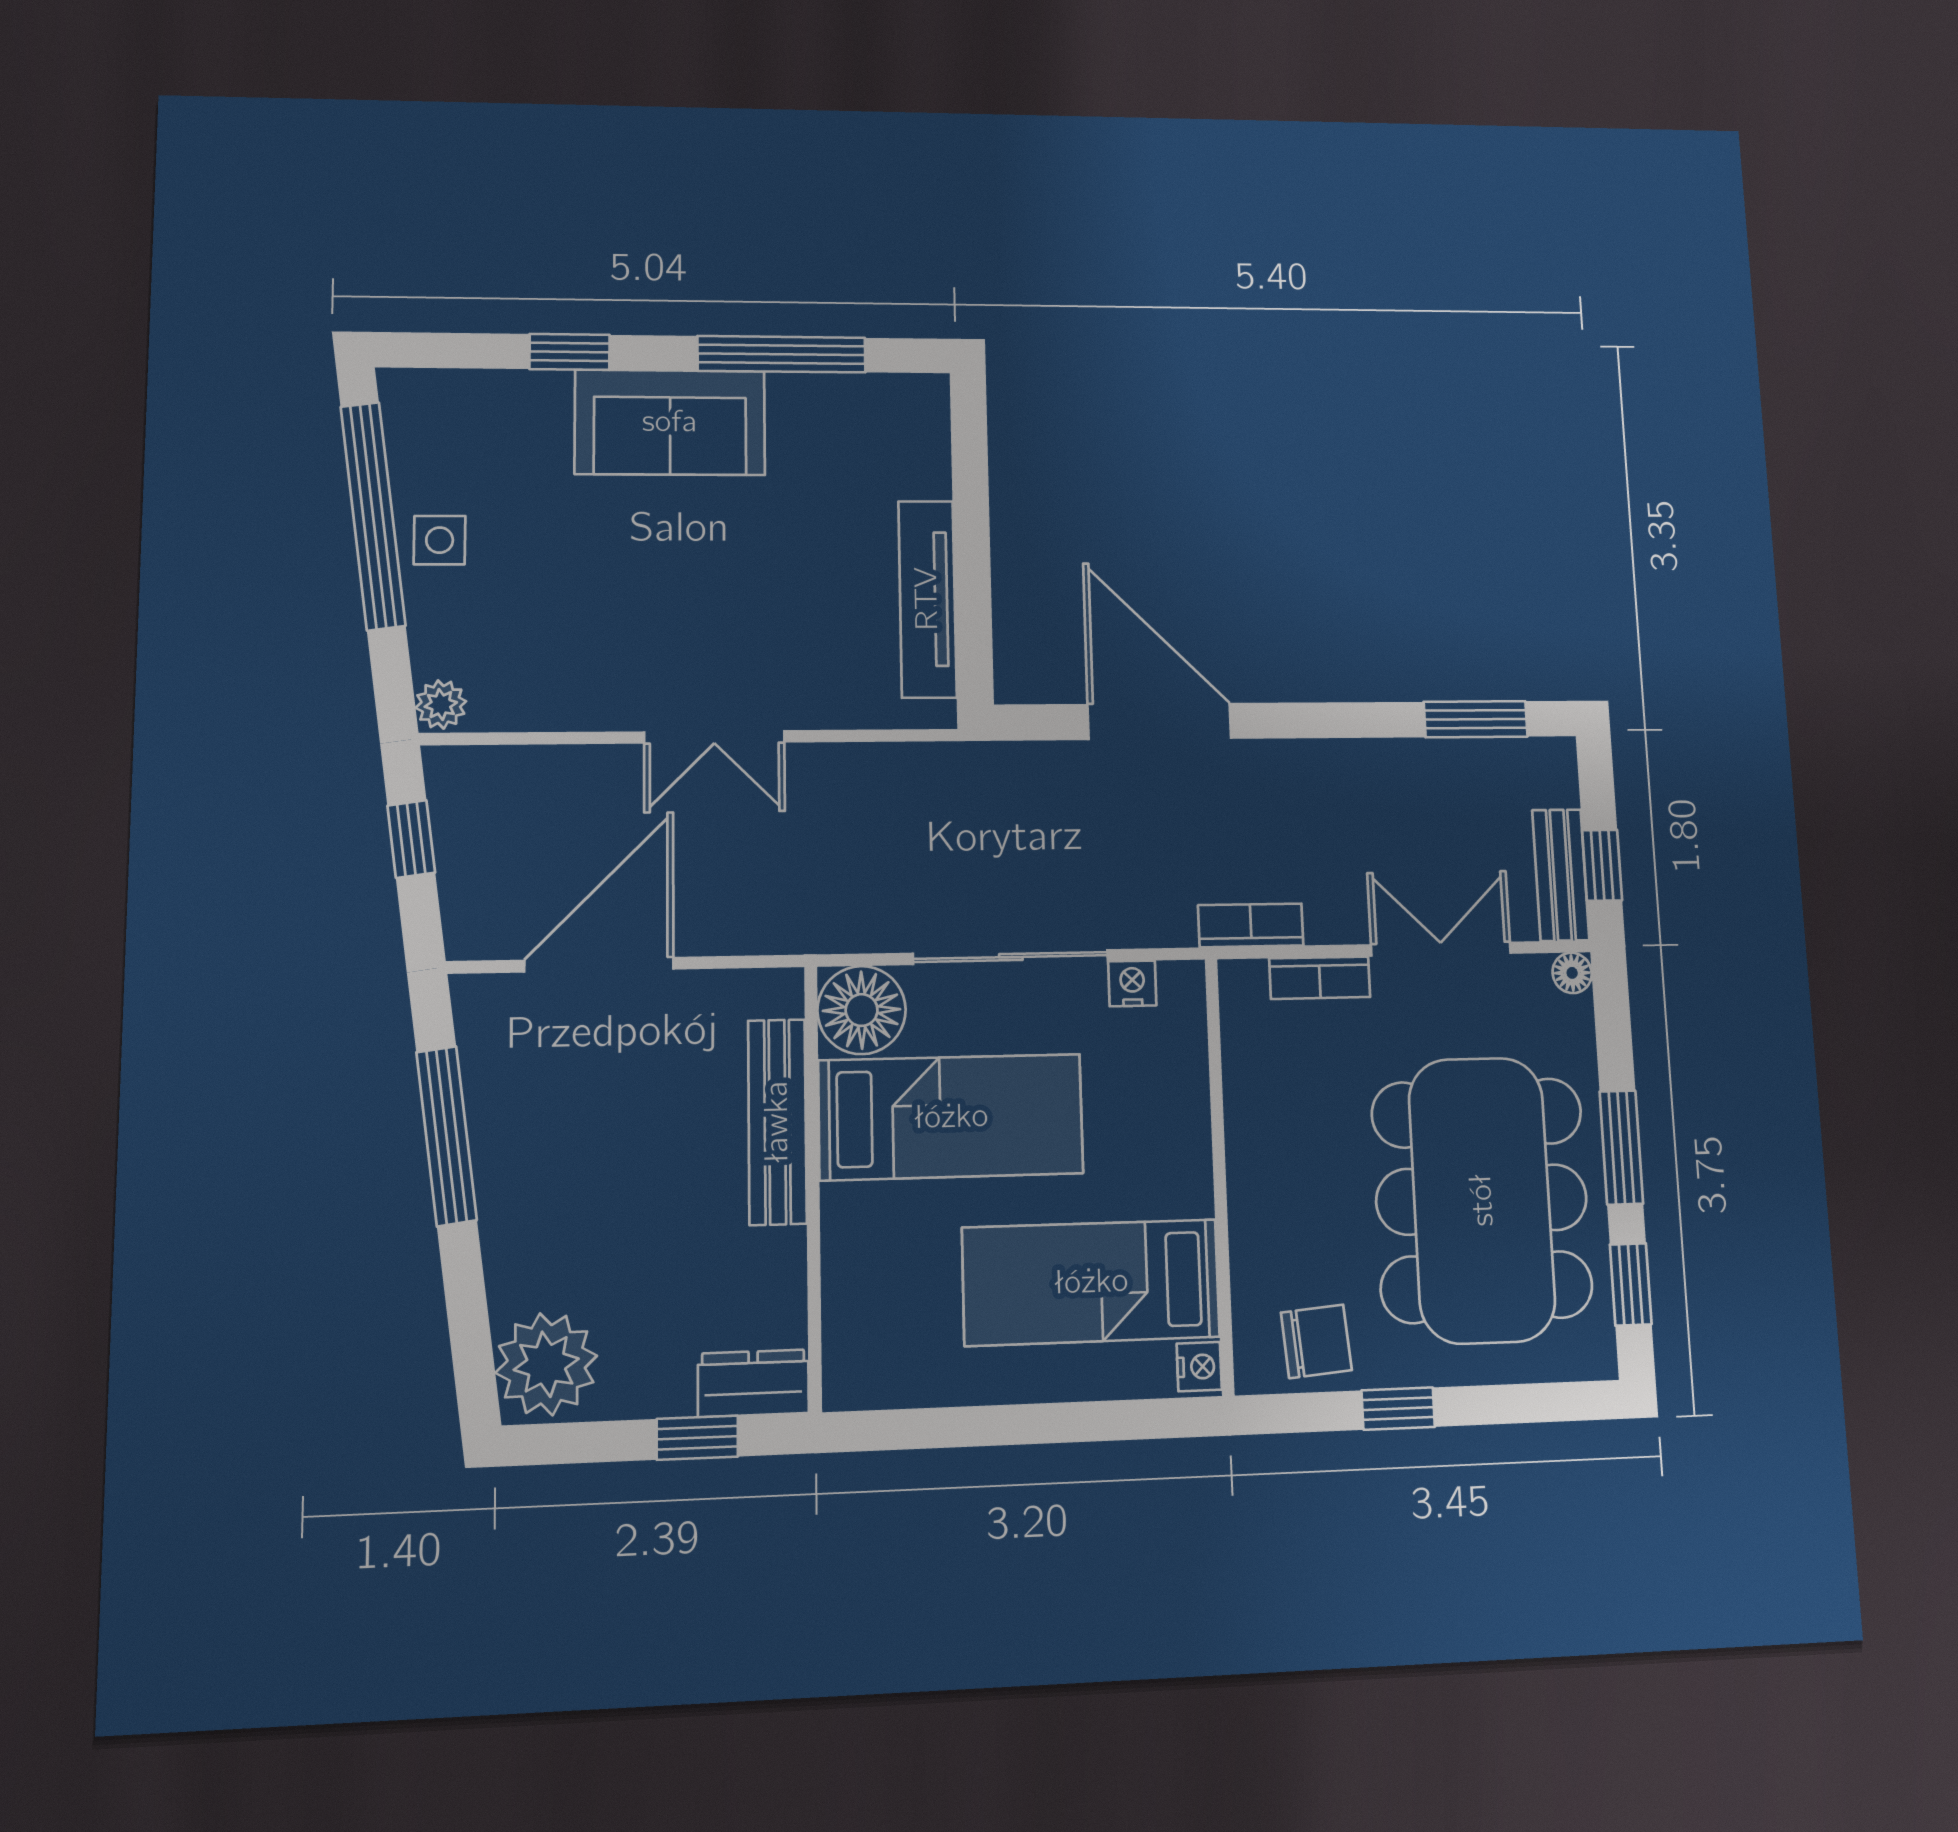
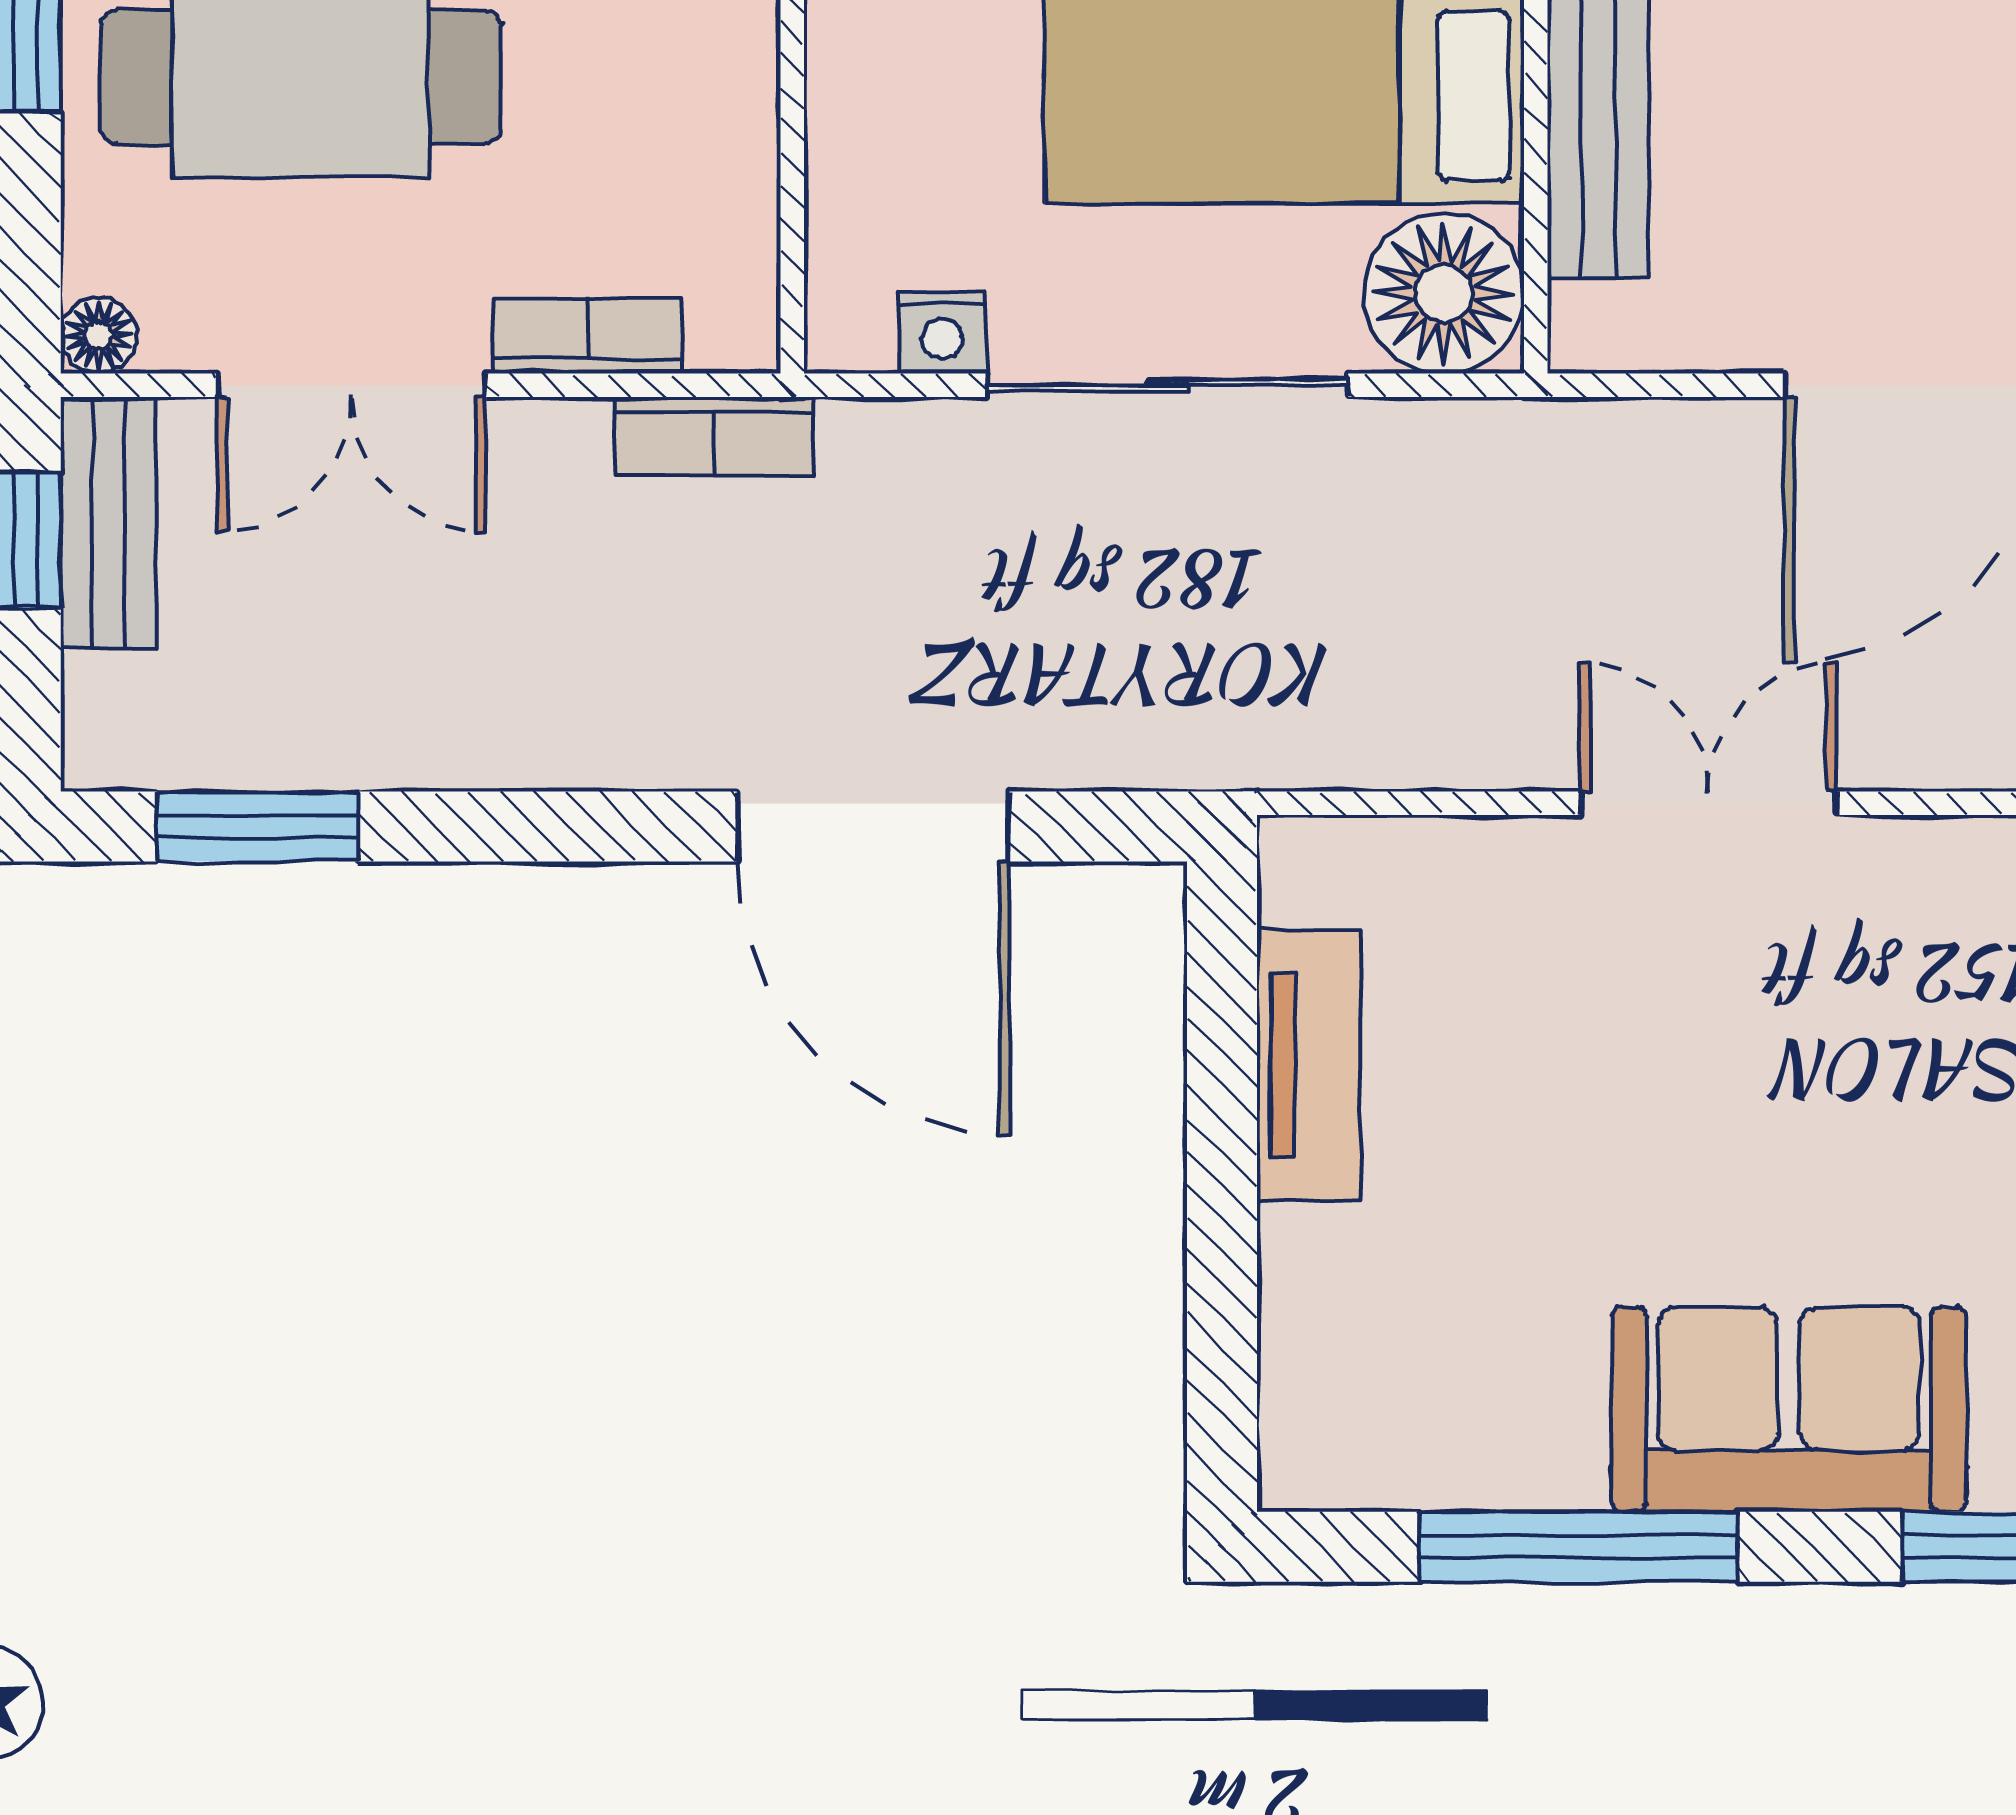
tv unit: (927, 599) -> (1309, 1066), width x0.71

